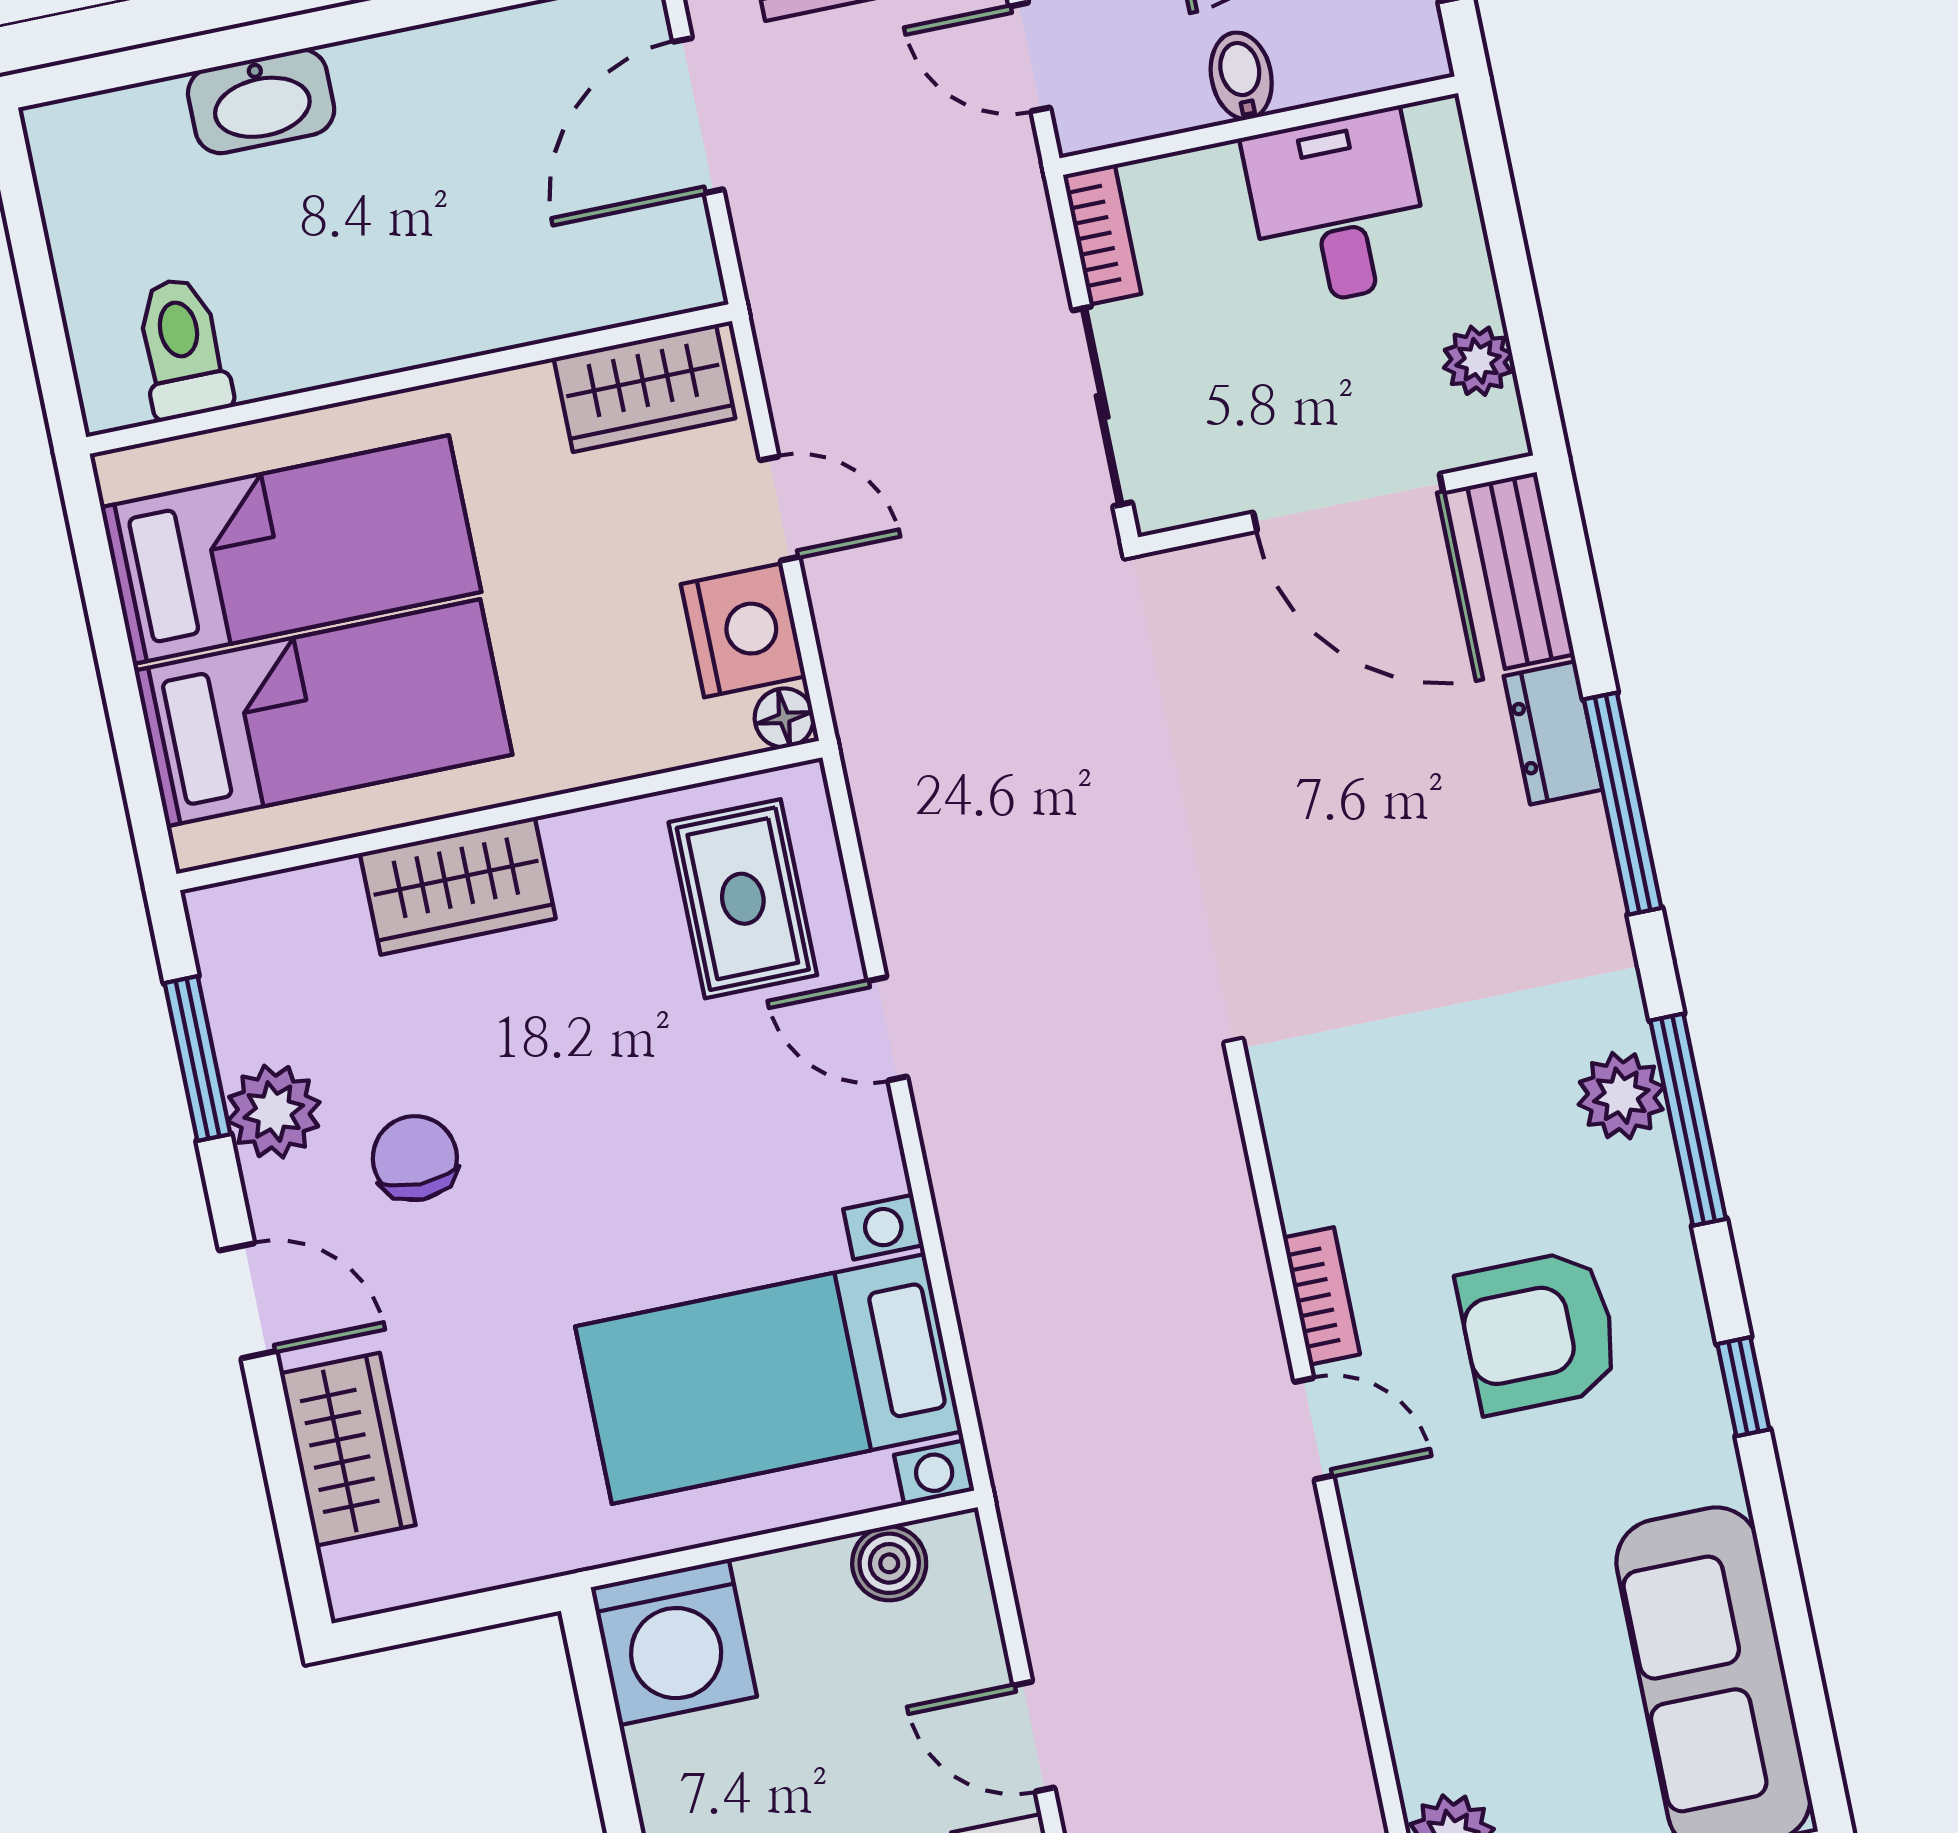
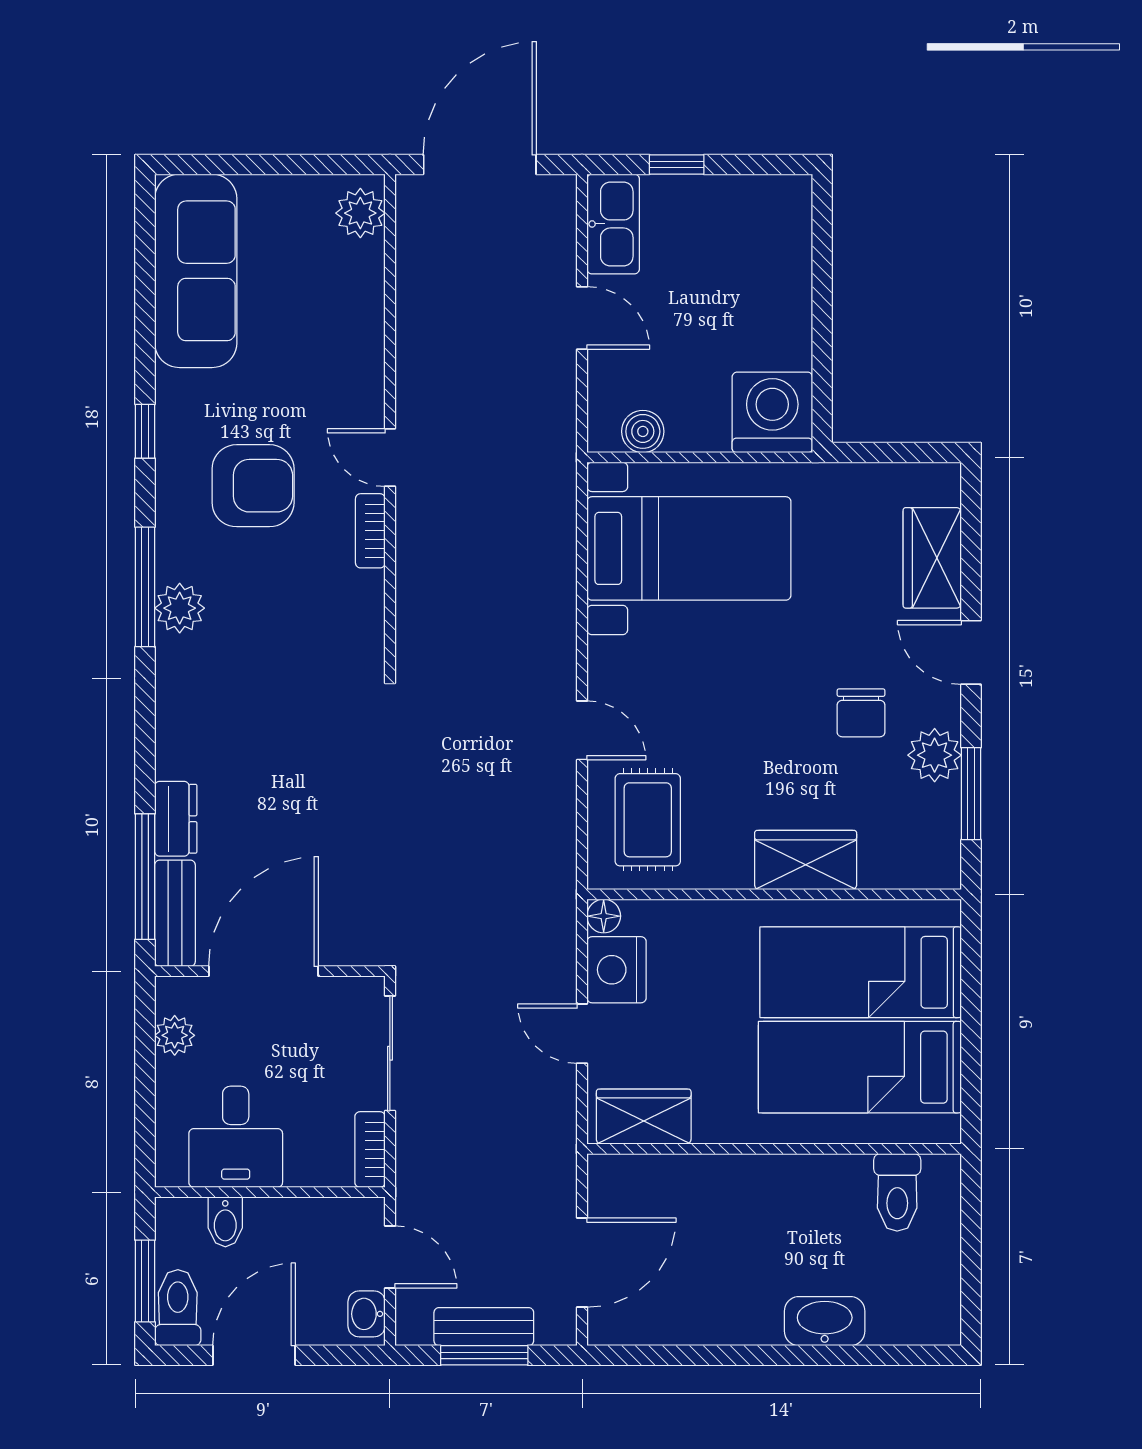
bidet: (1241, 76) -> (225, 1222), moved
door: (1348, 502) -> (263, 971), hinge flipped
window: (1623, 804) -> (145, 877), moved

